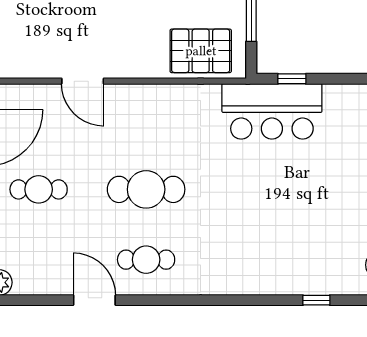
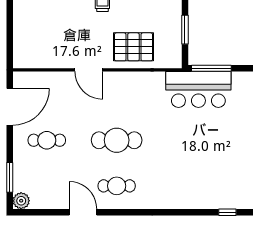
pallet: (201, 51) -> (133, 47), moved
window: (292, 79) -> (211, 68), width x2.17
door: (83, 81) -> (89, 70), moved

